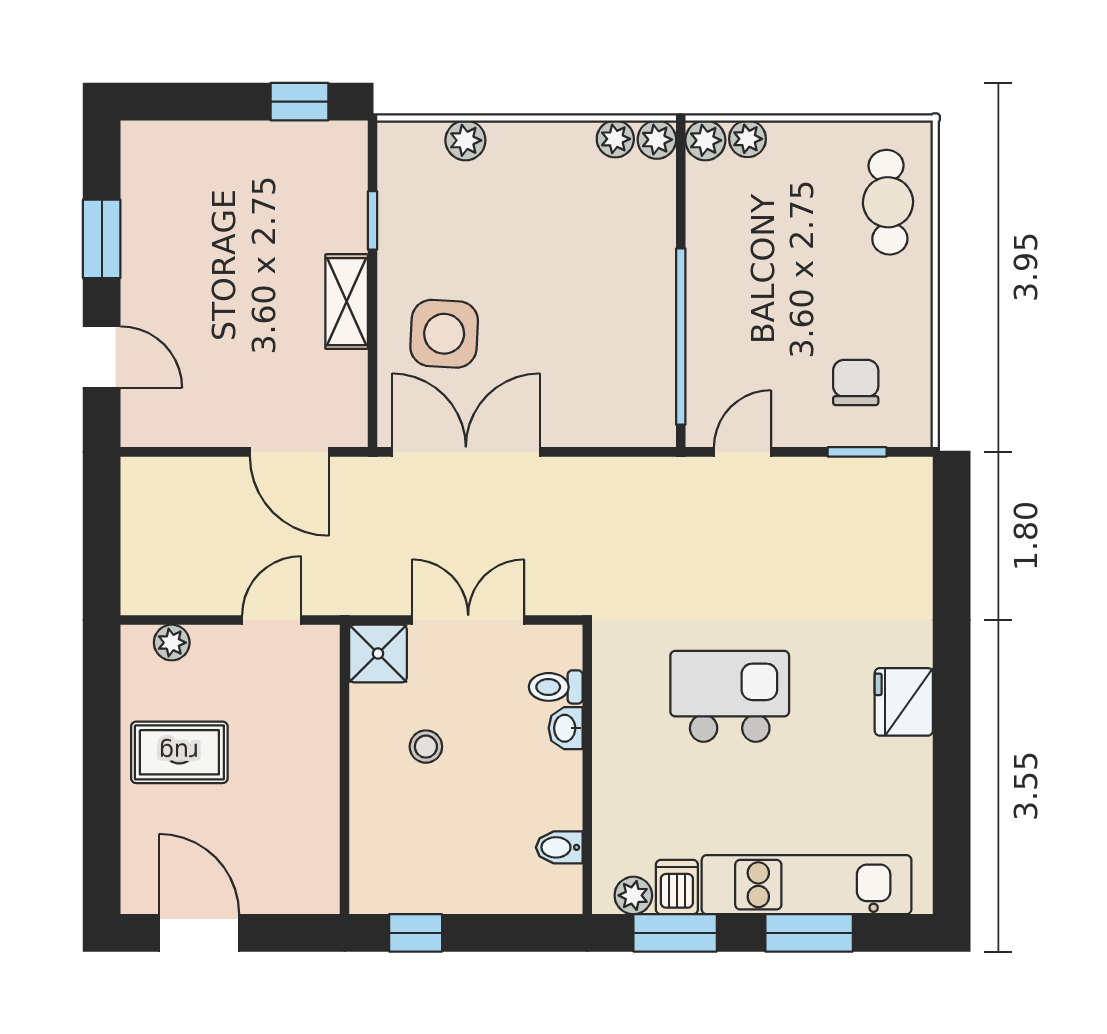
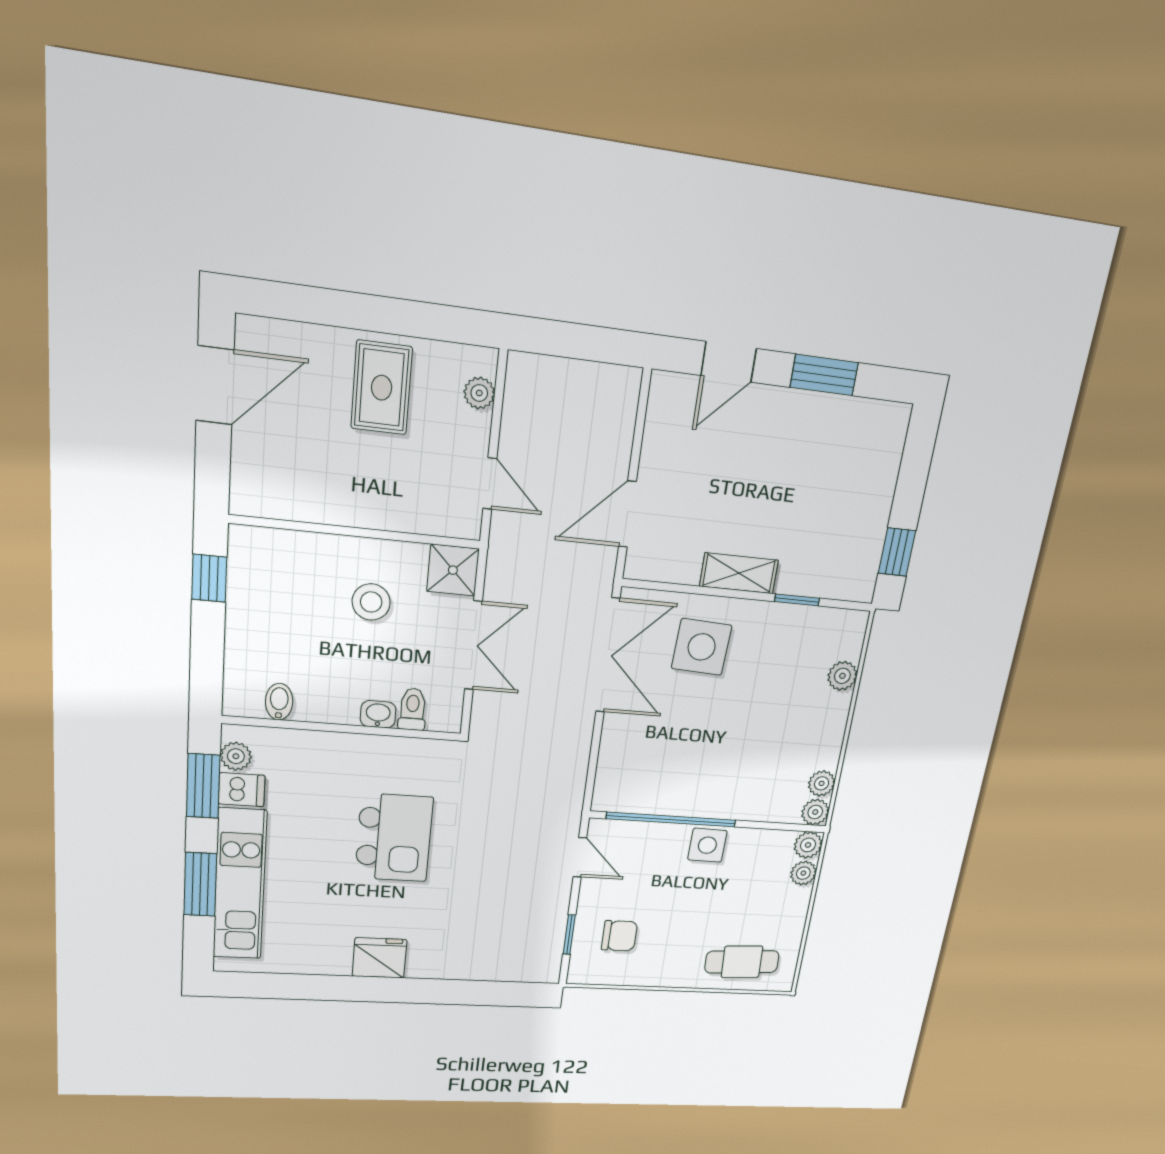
side table: (714, 281) -> (707, 845), added
stool: (426, 747) -> (371, 602), width x1.37, depth x1.37

